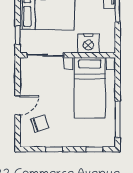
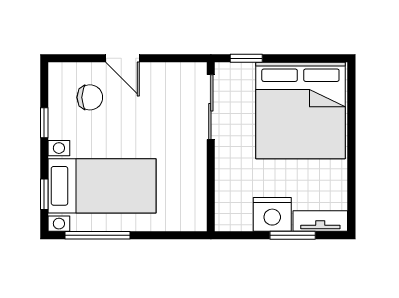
nightstand: (88, 43) -> (272, 214), moved, turned -90
bed with nightstands: (90, 88) -> (102, 186), moved, turned 180
chair: (40, 124) -> (90, 97), turned -71

